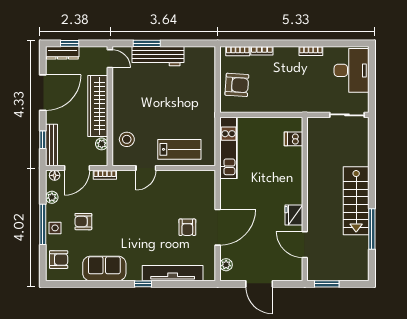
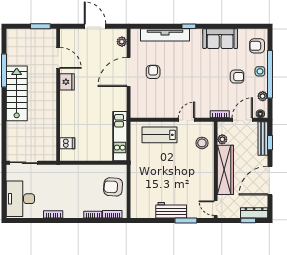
workbench: (158, 56) -> (171, 210), width x0.73
window: (43, 224) -> (270, 74), width x1.46

